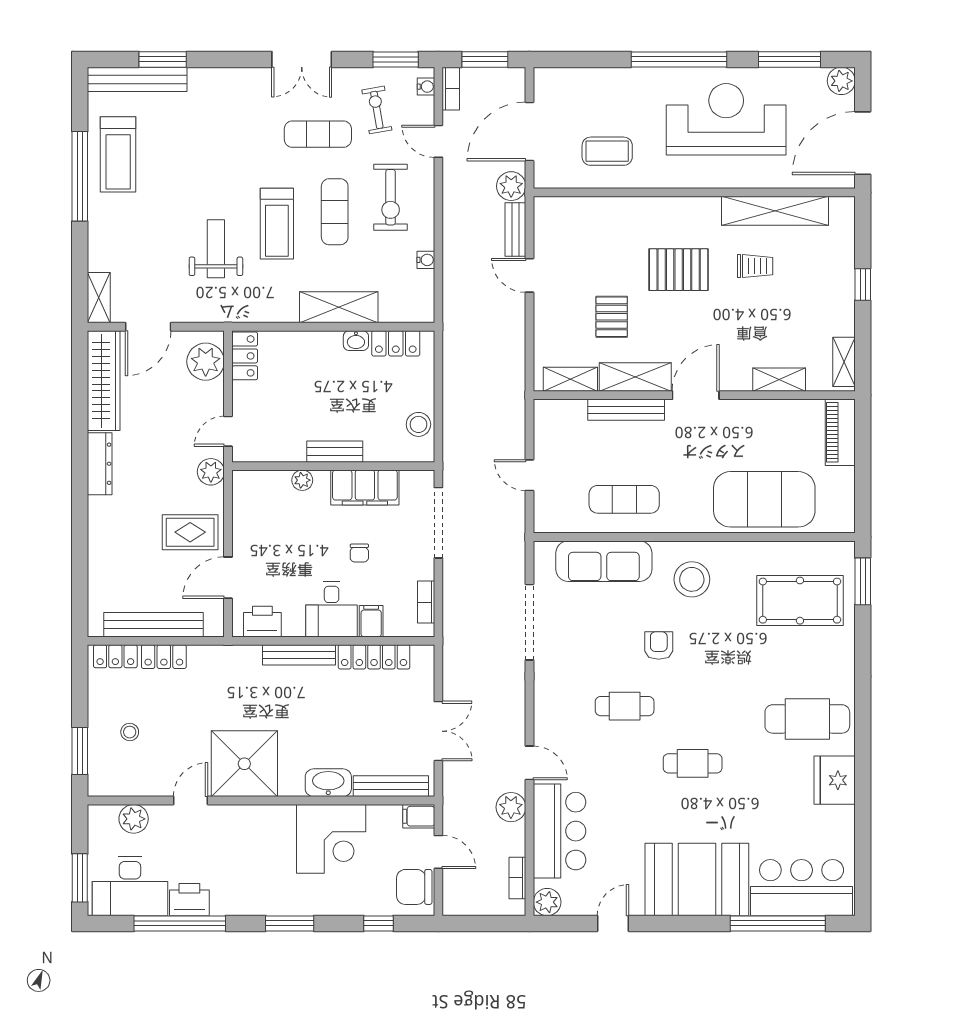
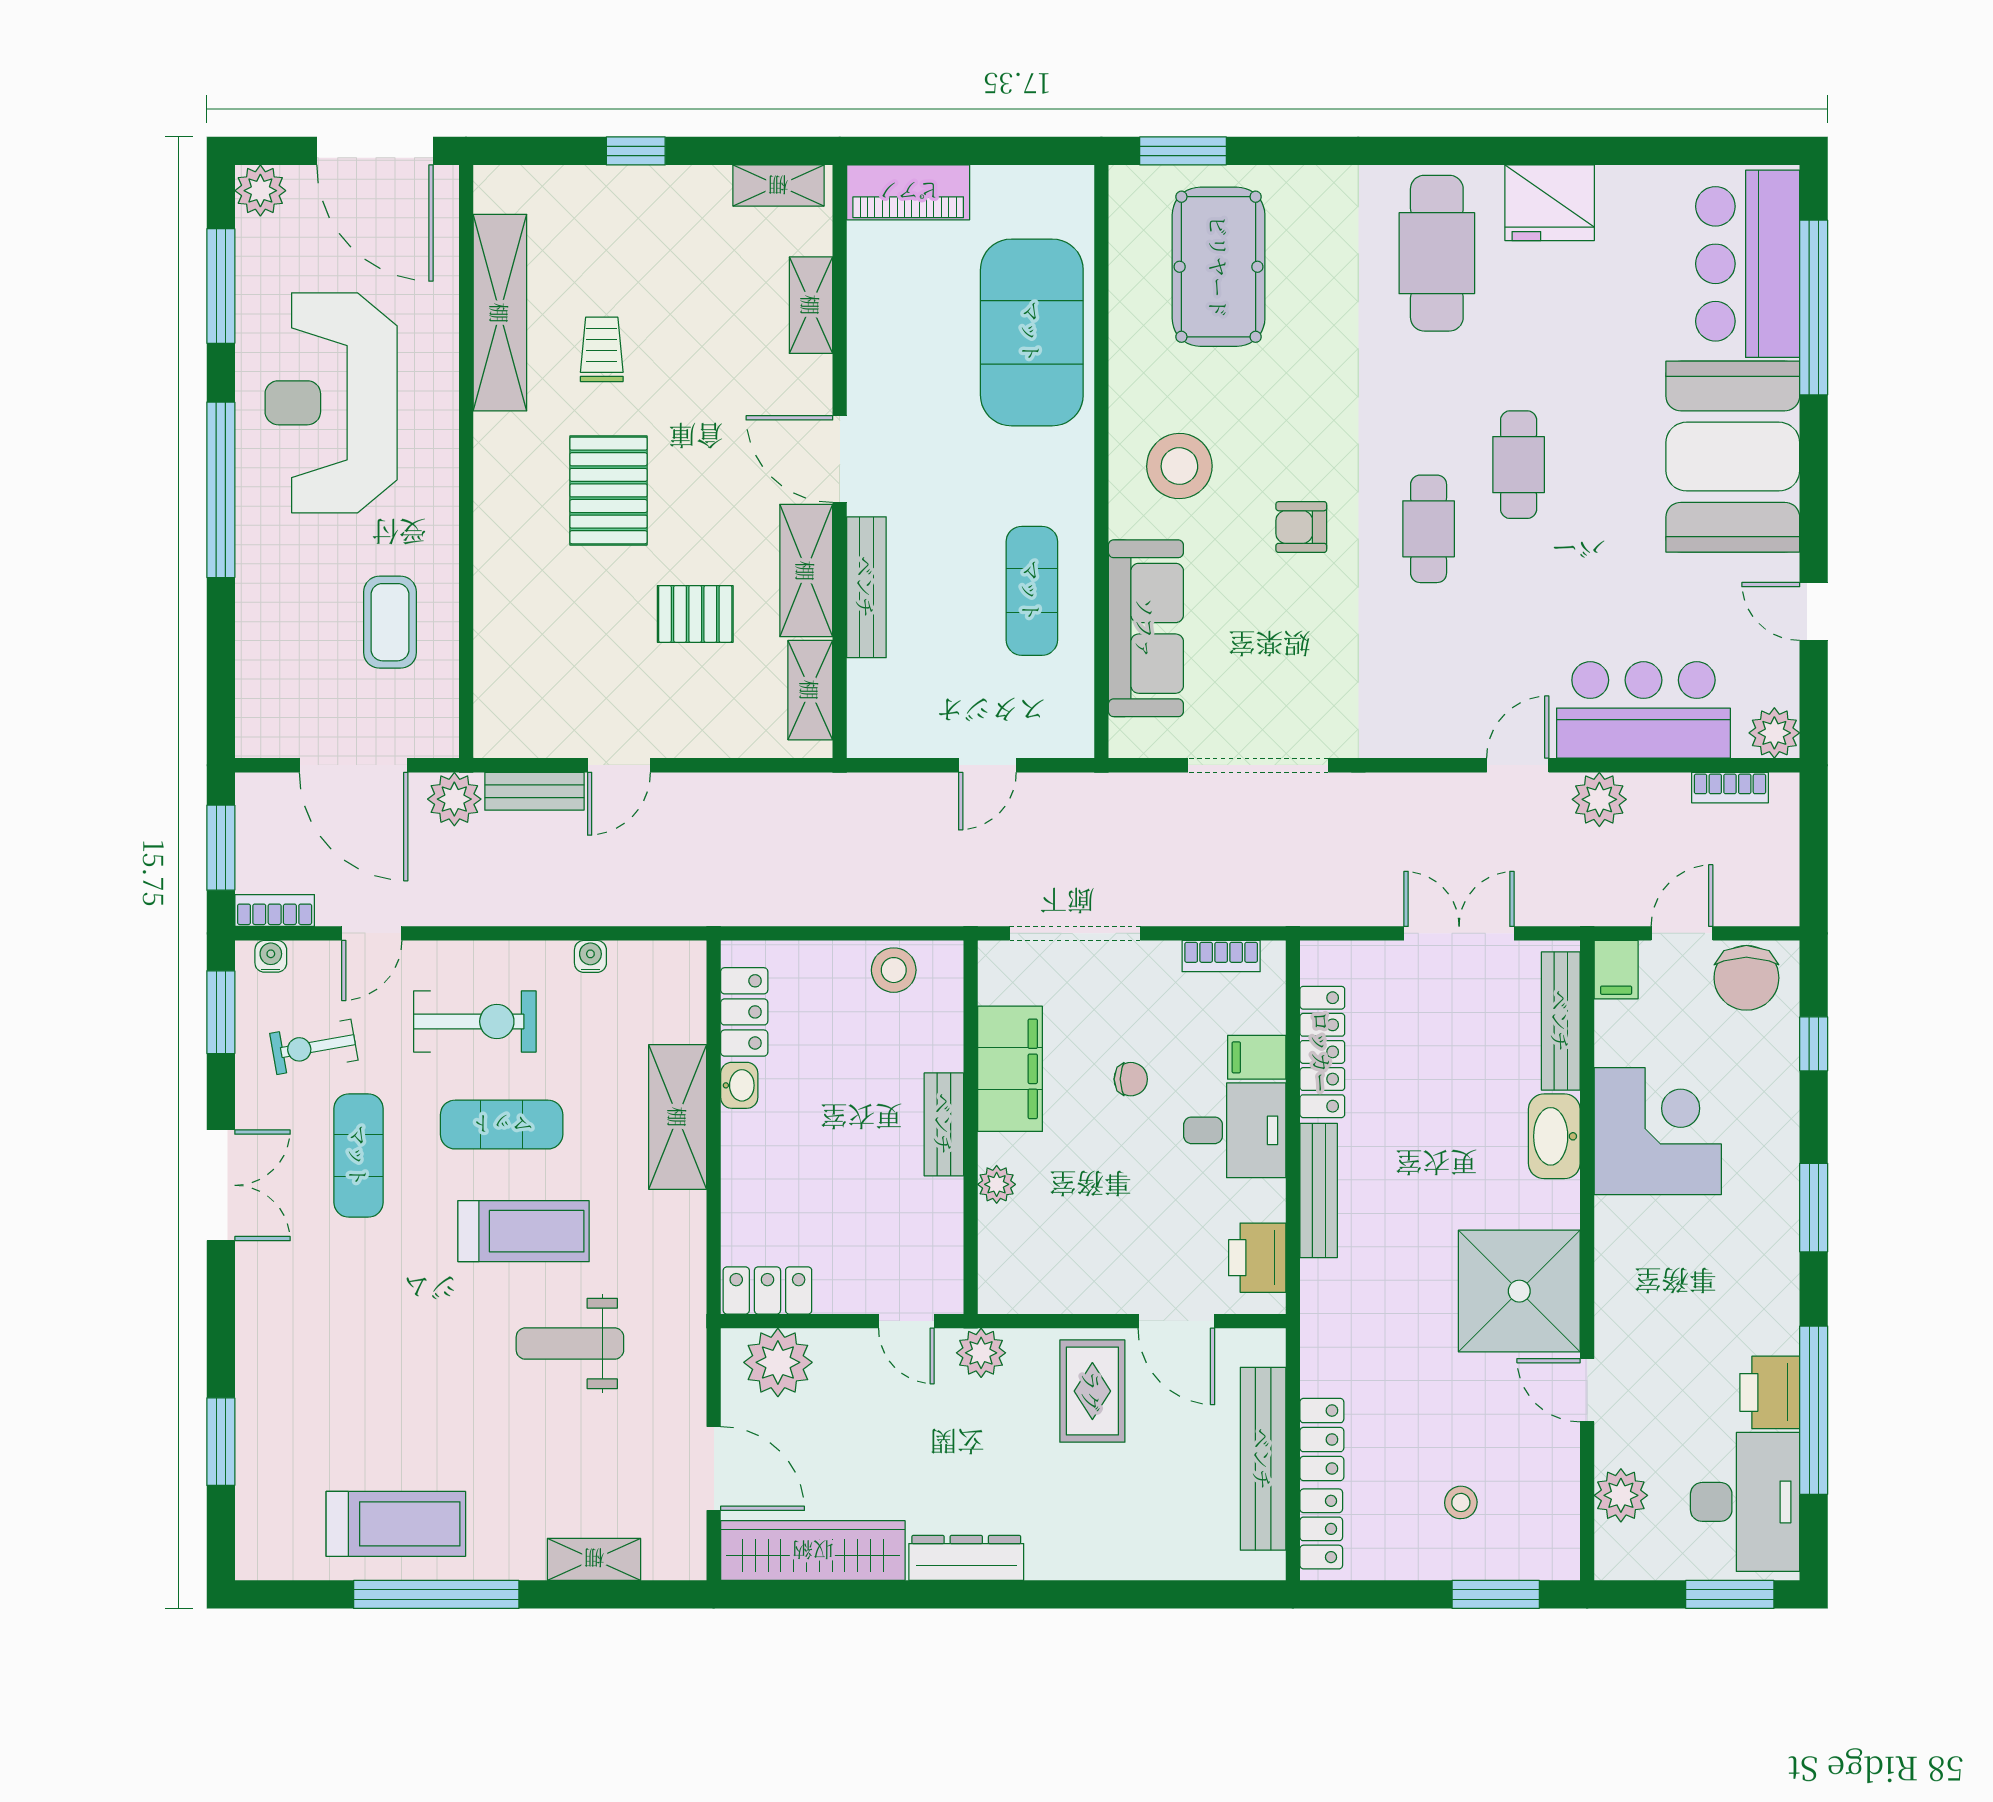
bench: (137, 79) -> (258, 1489), removed
shelving: (99, 298) -> (594, 1559), moved
cafe table: (625, 706) -> (1429, 529), moved

